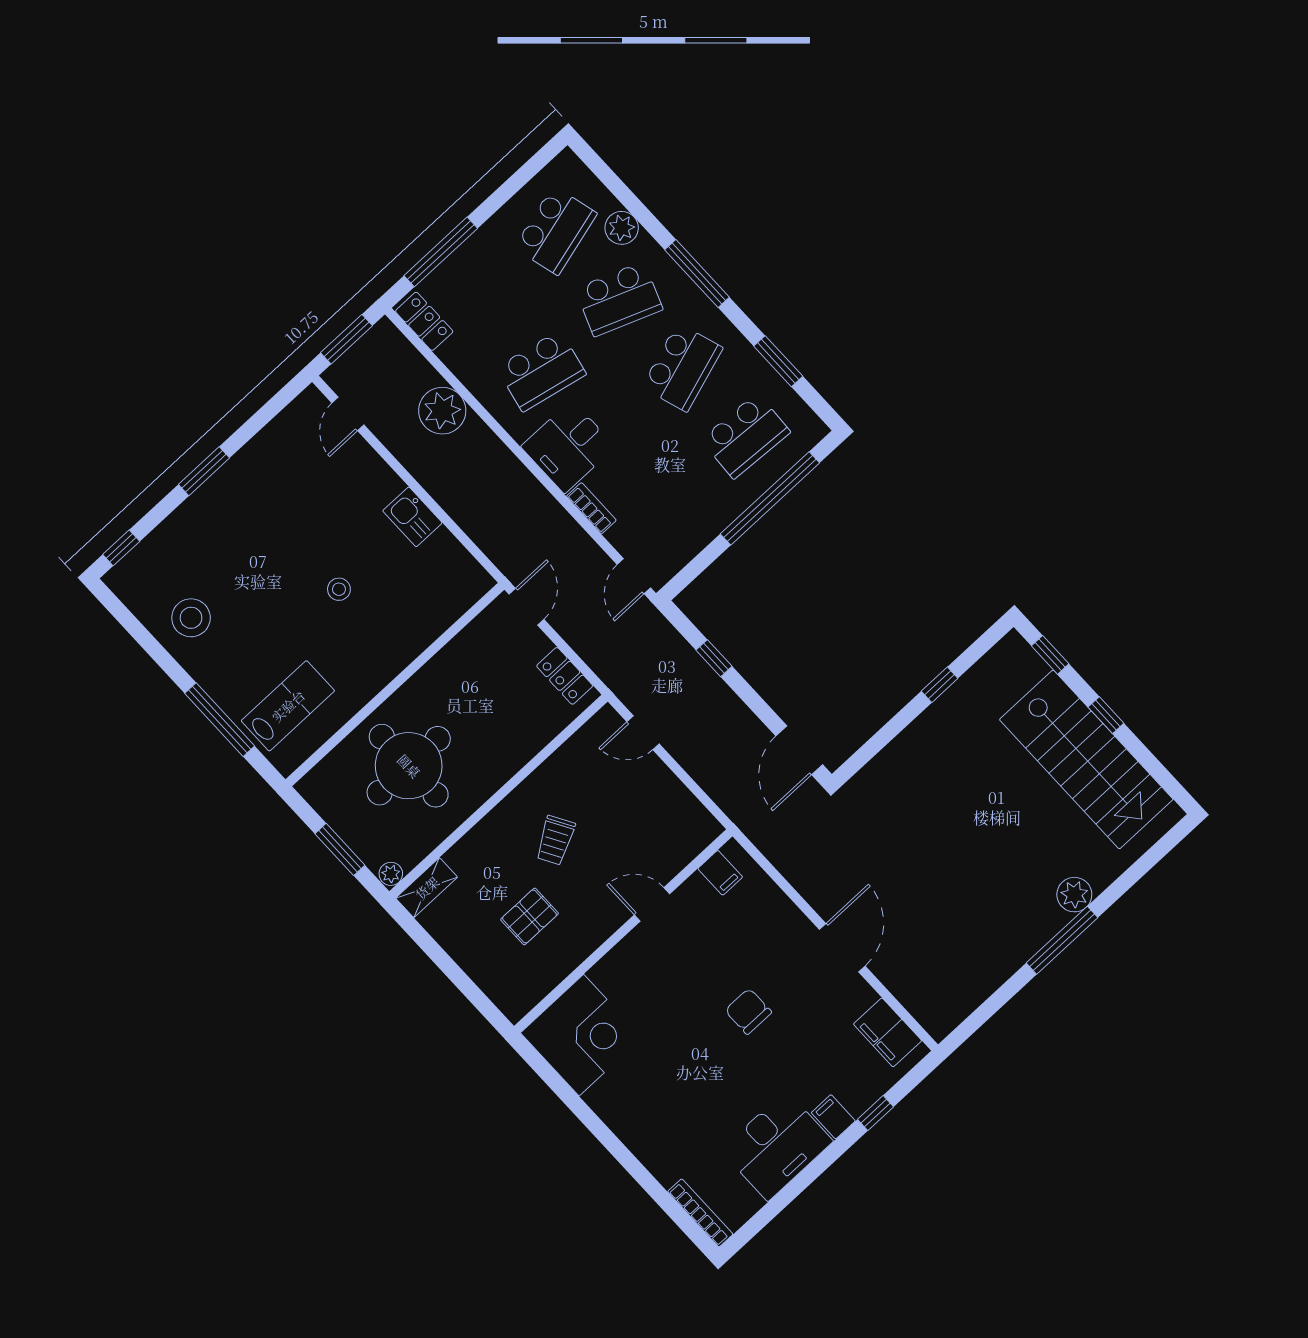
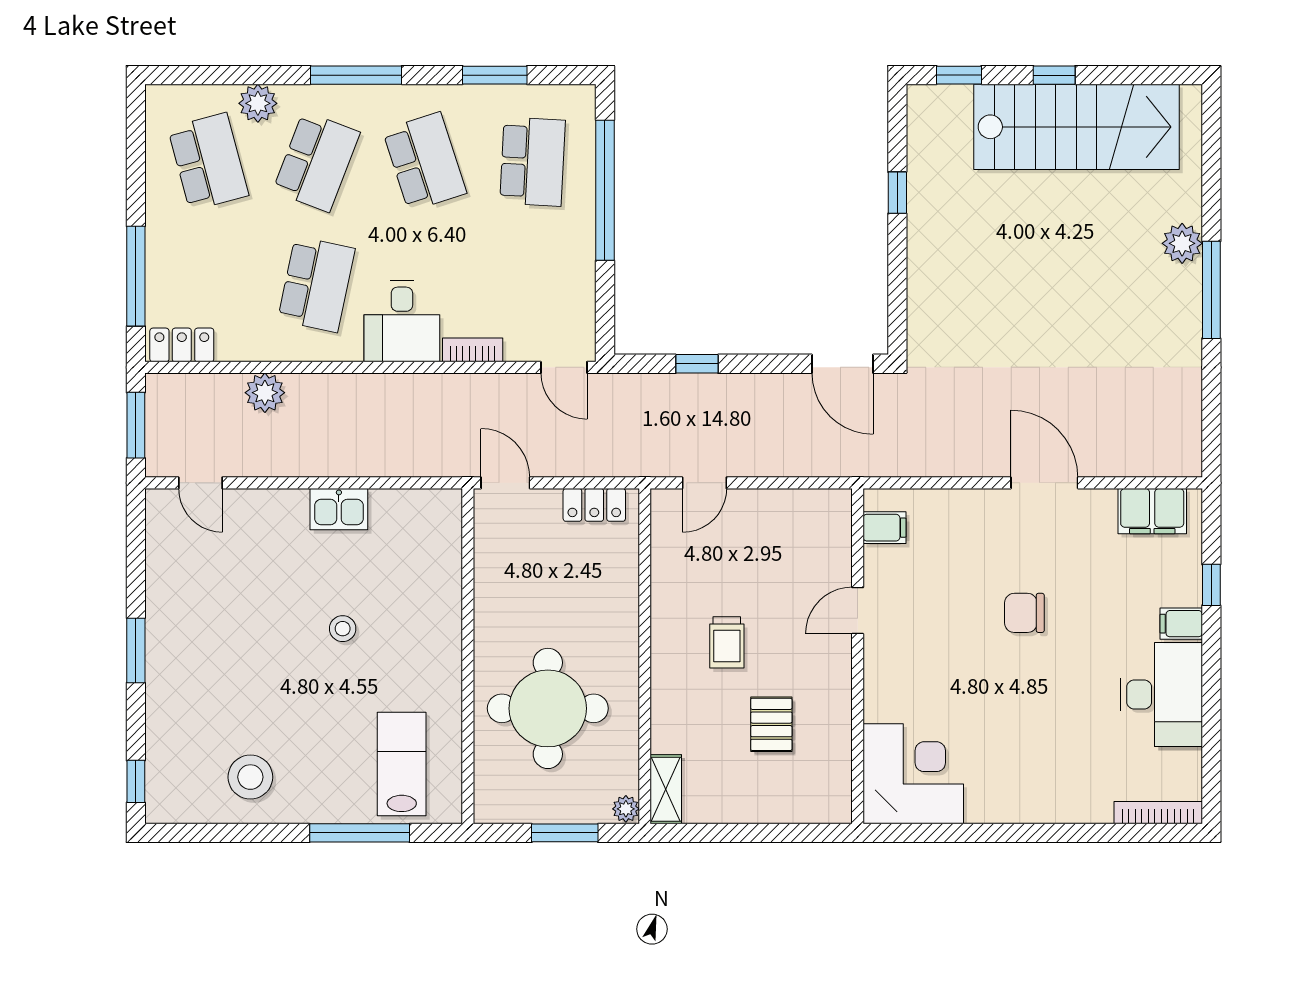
plant: (442, 411) -> (265, 393), width x0.73, depth x0.73
trolley: (555, 840) -> (727, 642), turned 30

